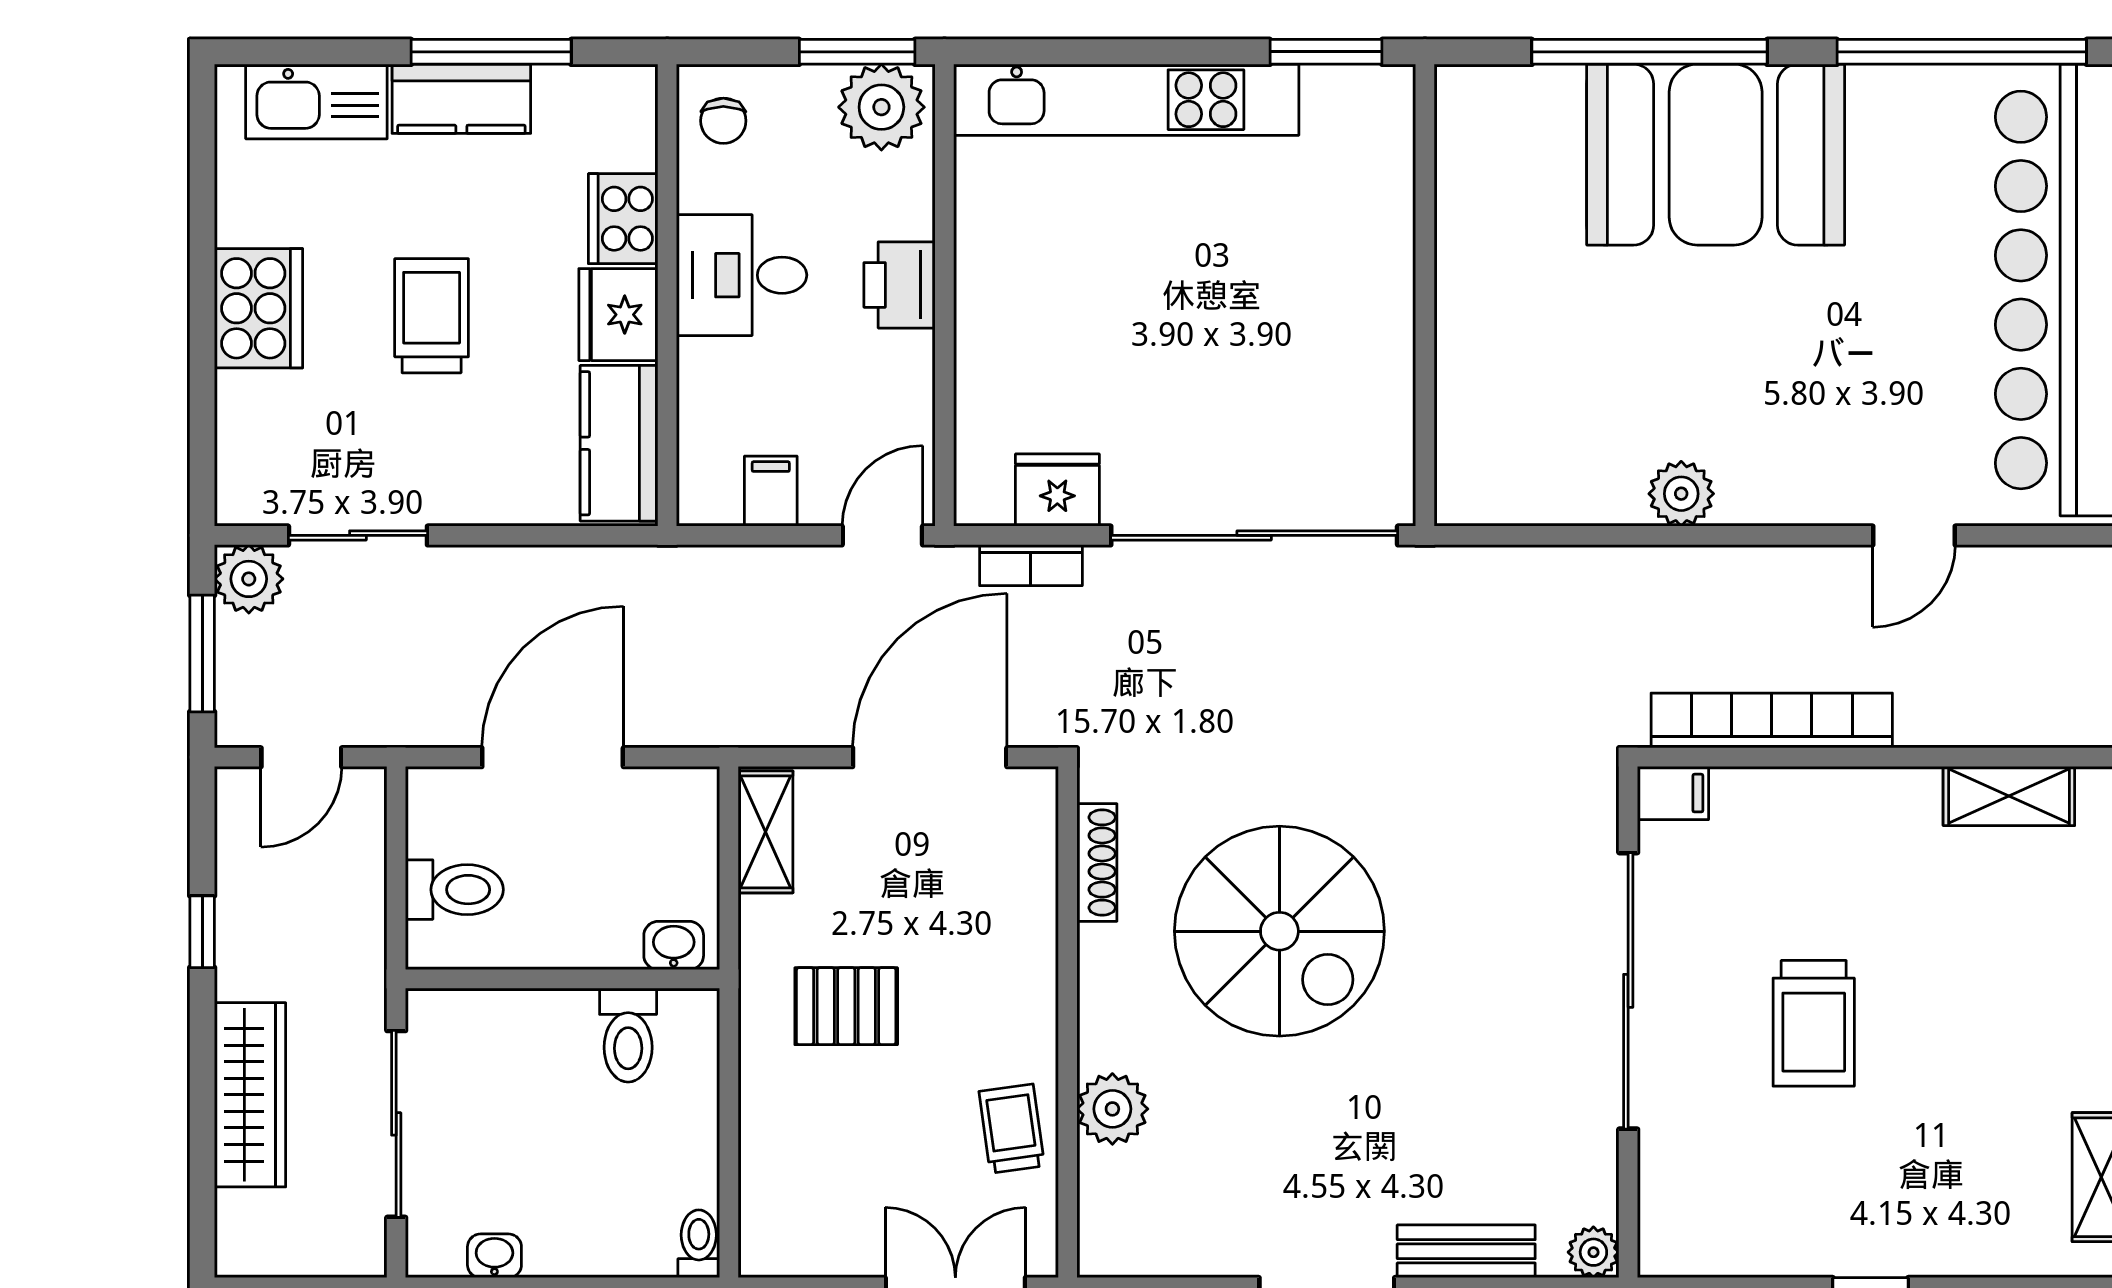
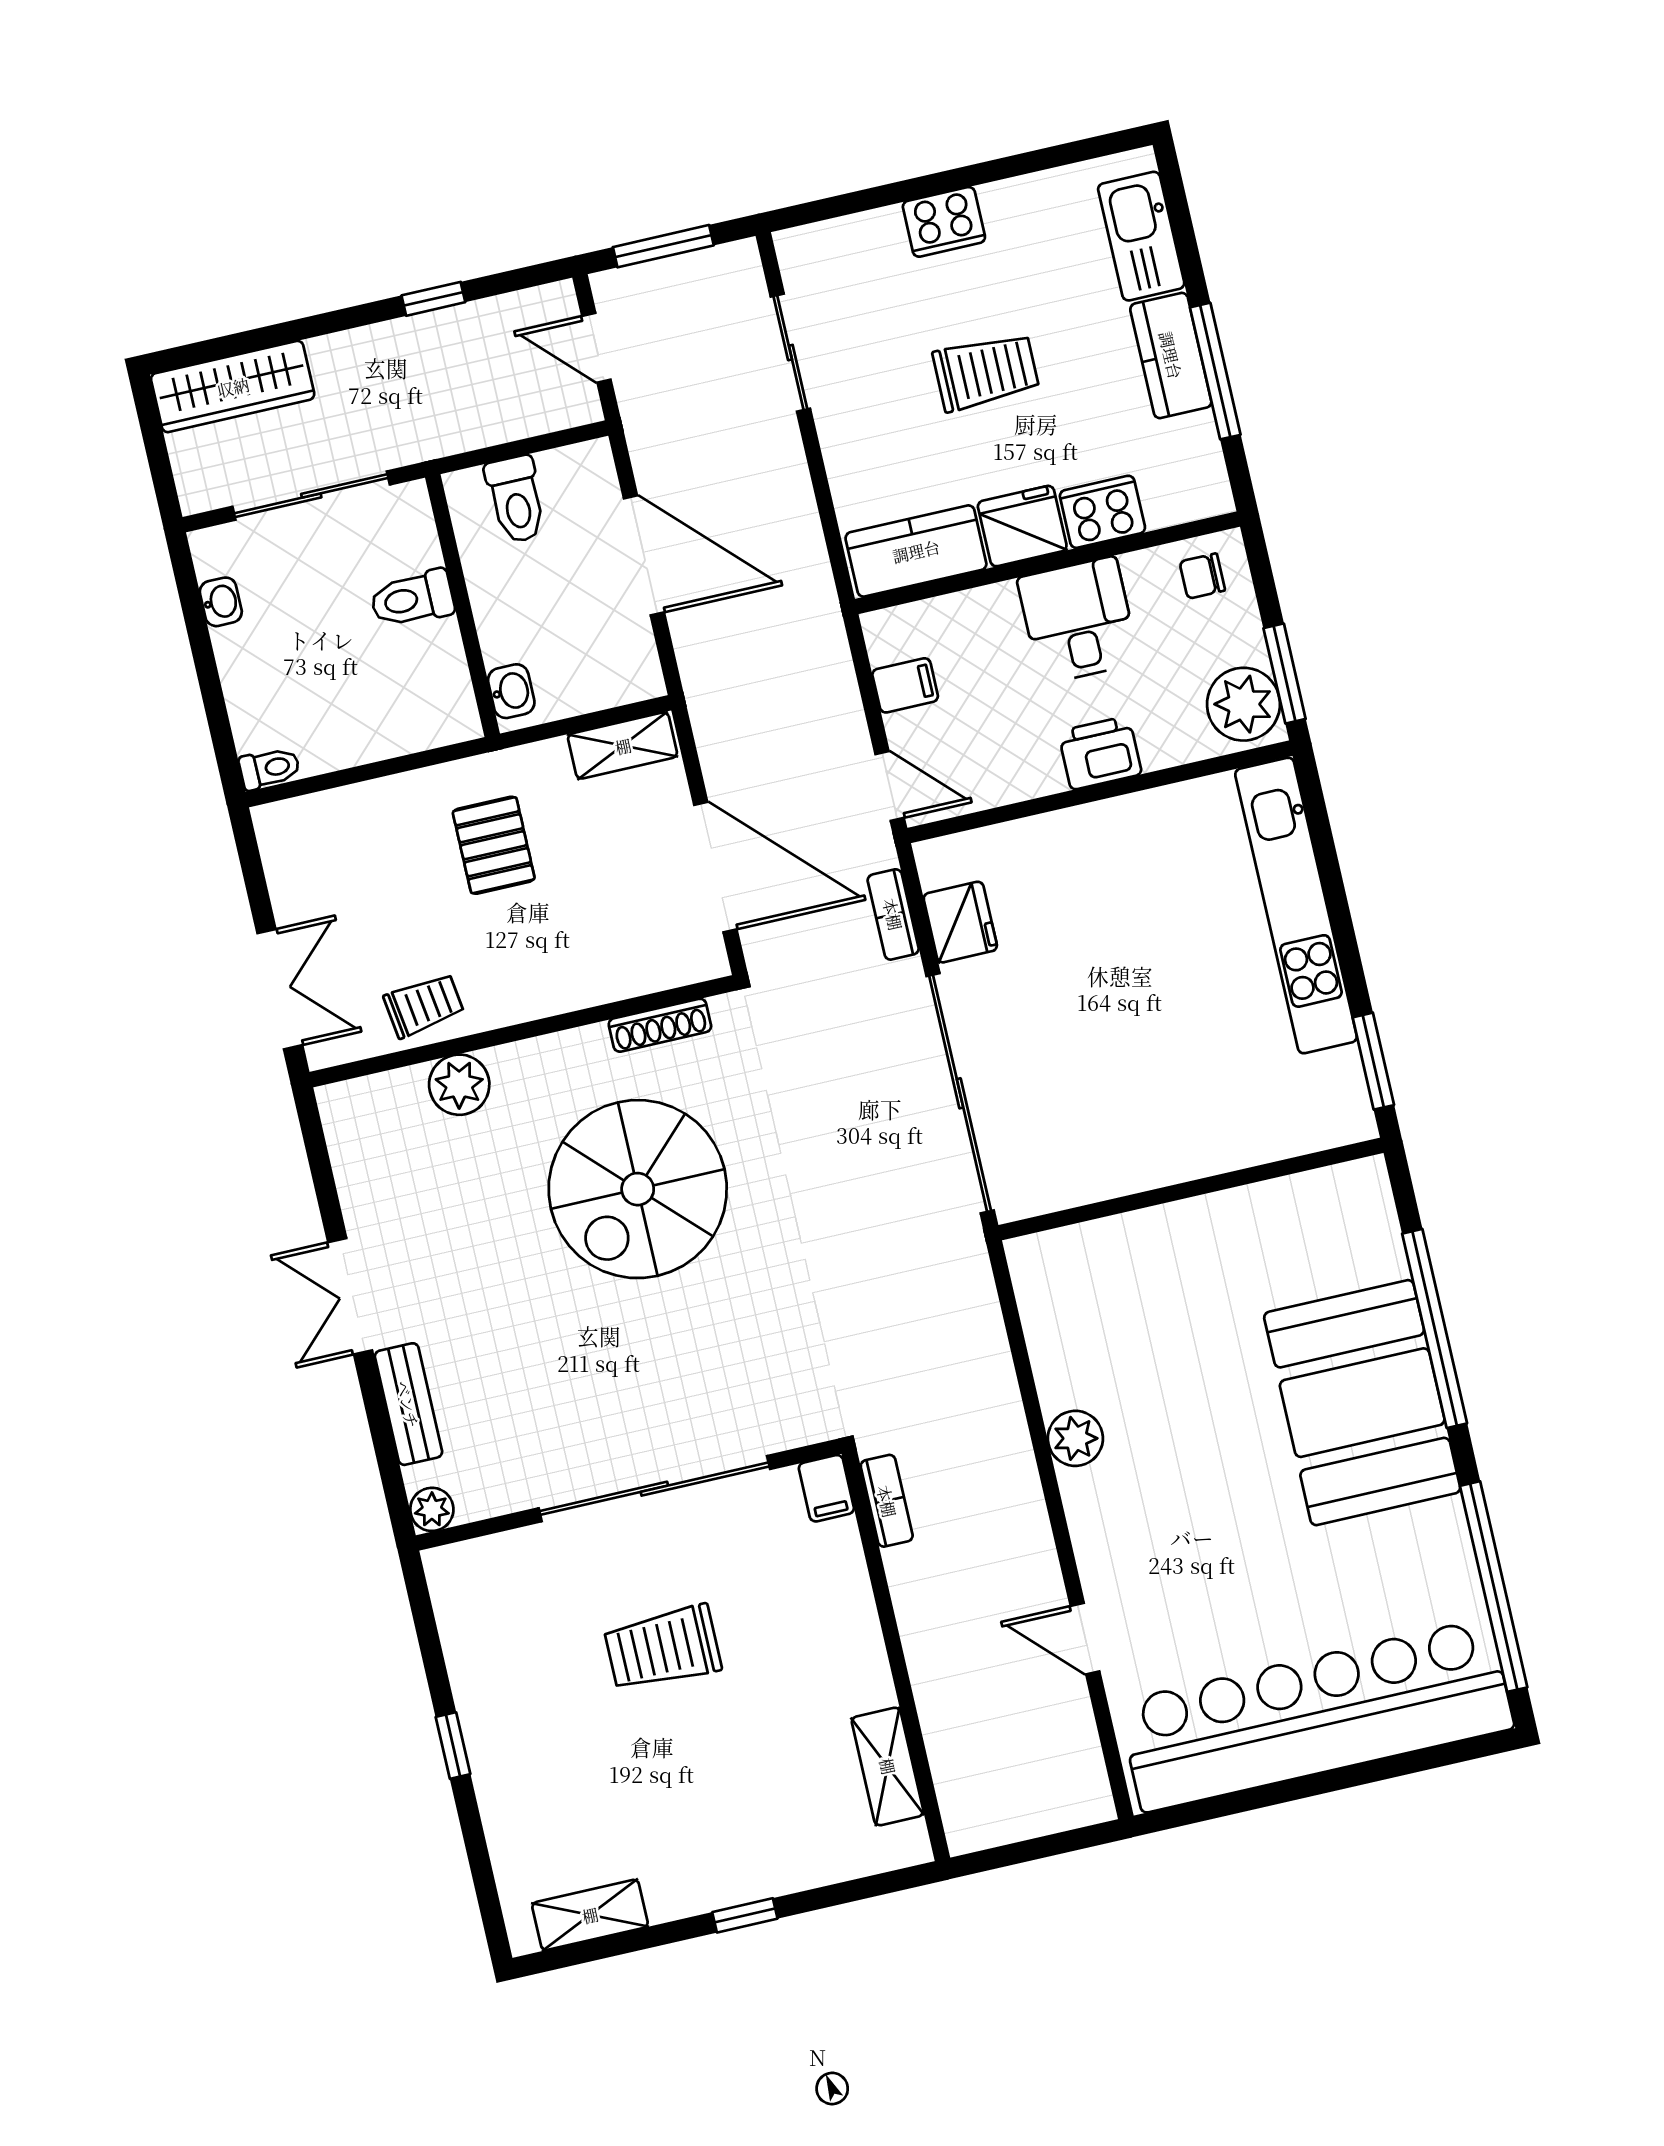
cooker: (259, 308) -> (944, 222), width x0.73, depth x0.76
plant: (249, 579) -> (734, 271), removed
bookcase: (1772, 721) -> (887, 1501), width x0.43, depth x0.76
toilet: (628, 1035) -> (412, 599), moved
wardrobe: (250, 1095) -> (233, 387), moved

